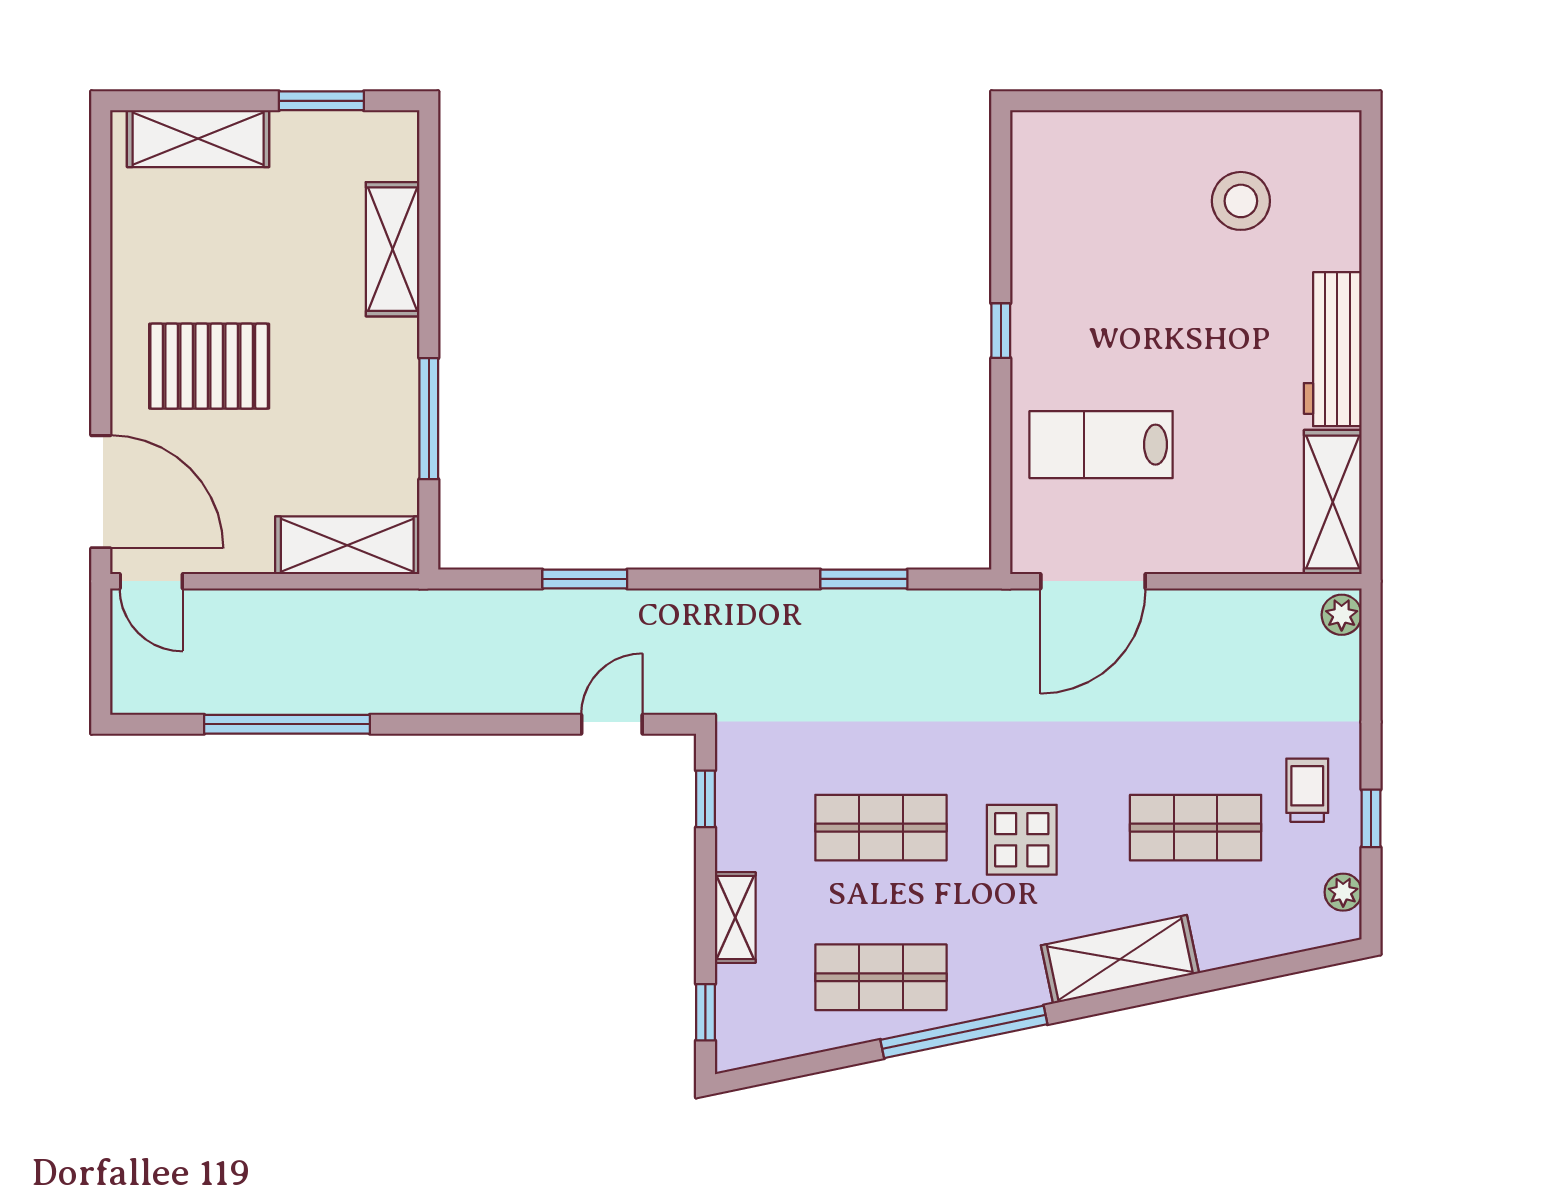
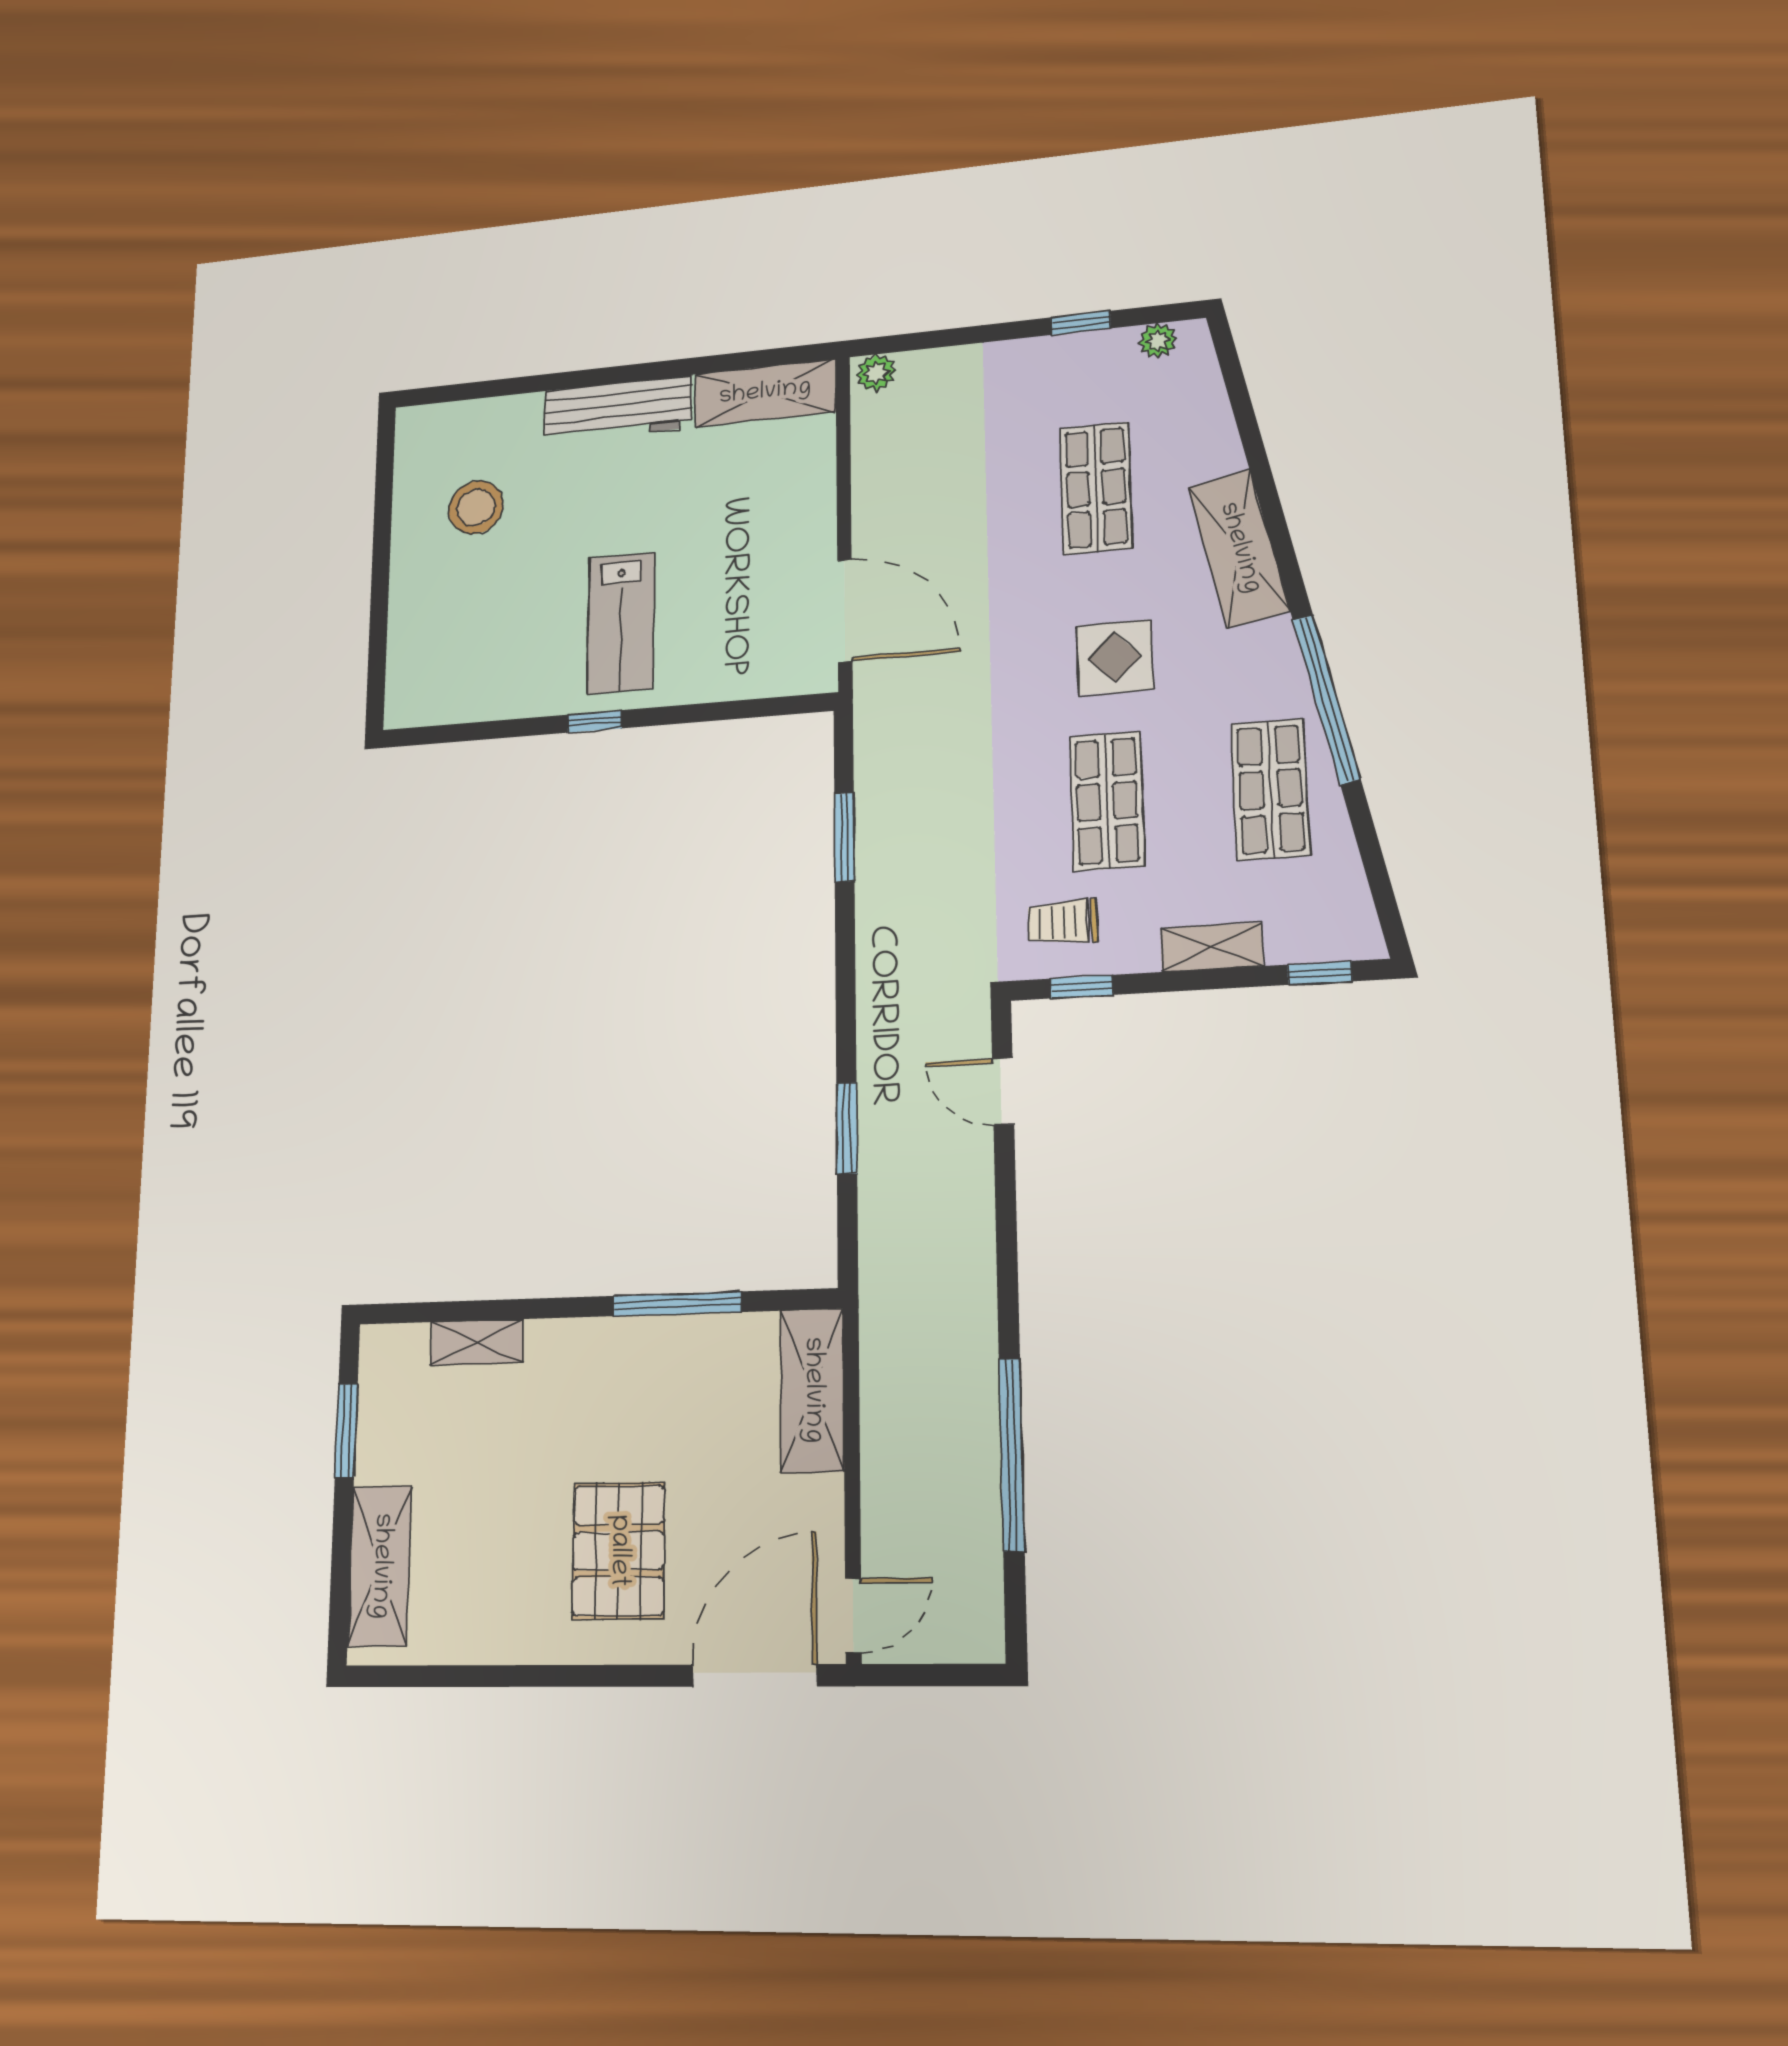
shelving: (393, 249) -> (477, 1342), width x0.67, depth x0.75
lab bench: (1101, 445) -> (621, 623), moved
trolley: (1307, 790) -> (1063, 922), moved

